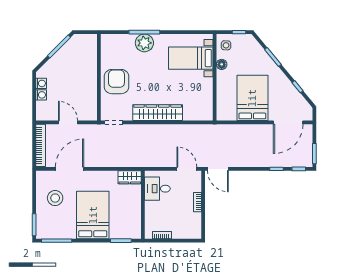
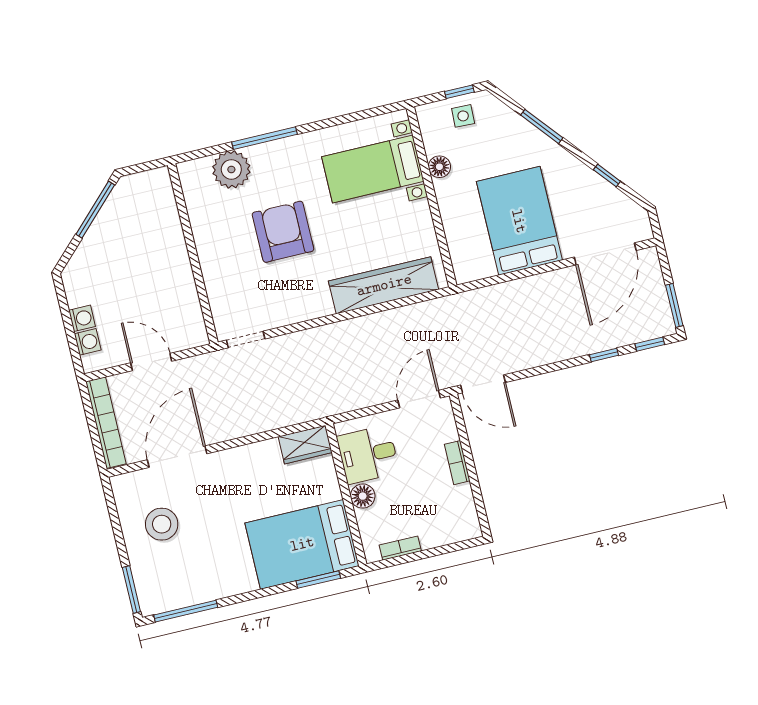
plant: (144, 43) -> (231, 169), moved
side table: (226, 45) -> (463, 116), moved
armchair: (116, 82) -> (283, 232), moved
washing machine: (41, 83) -> (88, 342), moved
wardrobe: (158, 113) -> (384, 285), moved
door: (187, 169) -> (419, 399), hinge flipped
floor lamp: (150, 207) -> (363, 496), added
bed: (93, 215) -> (302, 544), moved, turned -90

